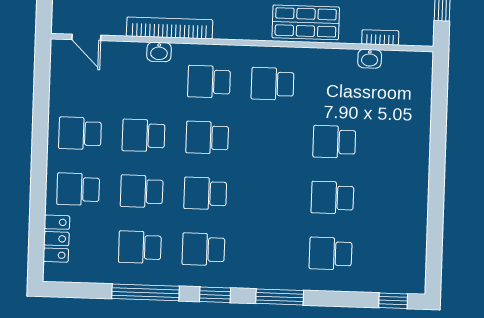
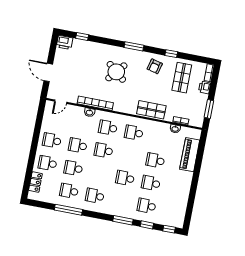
door: (86, 37) -> (61, 102), hinge flipped
piano: (414, 115) -> (190, 155), added
school desk: (205, 193) -> (125, 178), moved
window: (215, 295) -> (147, 225), moved

